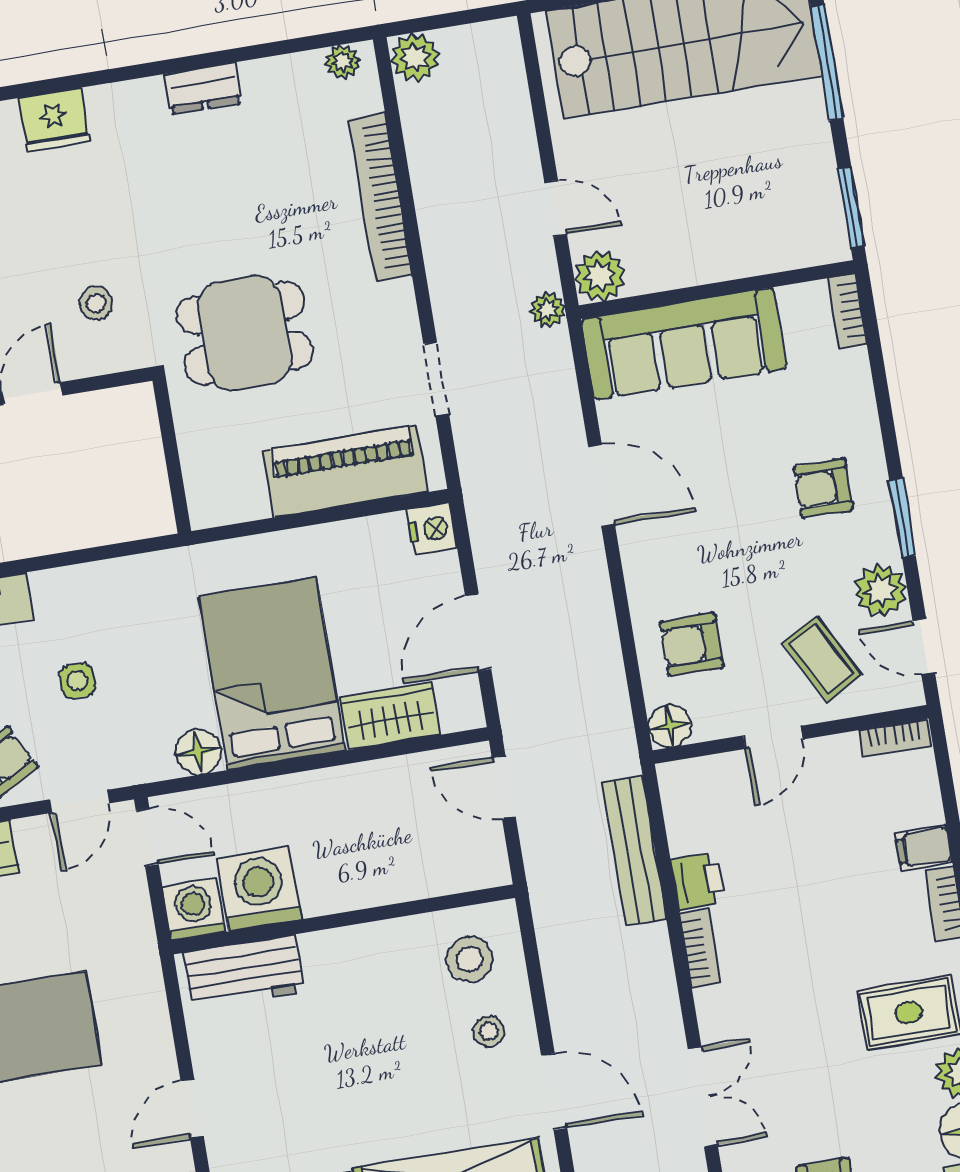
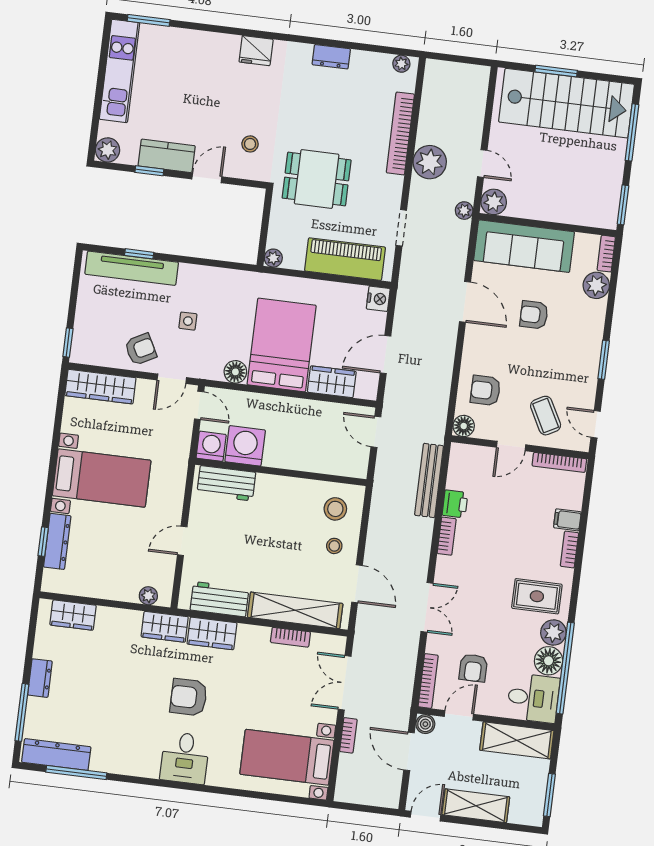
plant: (415, 57) -> (430, 162), moved, width x1.36, depth x1.36
armchair: (823, 488) -> (534, 315), moved
plant: (206, 510) -> (273, 258), added
plant: (881, 590) -> (596, 285), moved
bookcase: (895, 738) -> (559, 462), width x1.56

